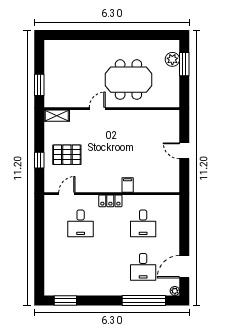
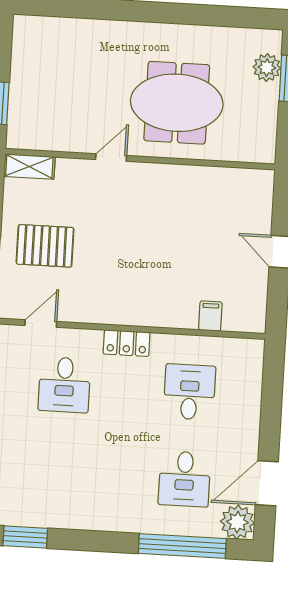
filing cabinet: (128, 185) -> (210, 316), moved
desk: (143, 223) -> (189, 392), turned 180
plant: (175, 291) -> (237, 522), width x1.88, depth x1.88

